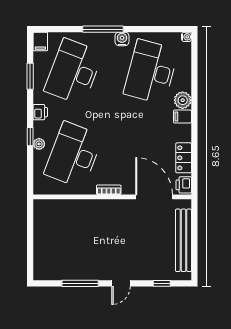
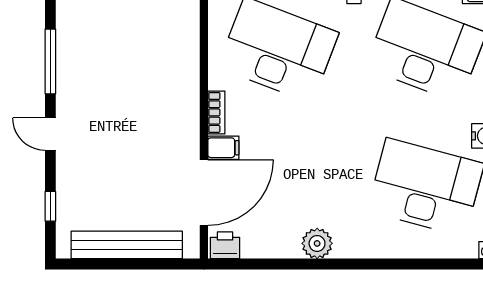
plant: (183, 100) -> (317, 243), moved
filing cabinet: (182, 117) -> (223, 148), moved, turned 90
locker: (184, 158) -> (273, 245), removed

